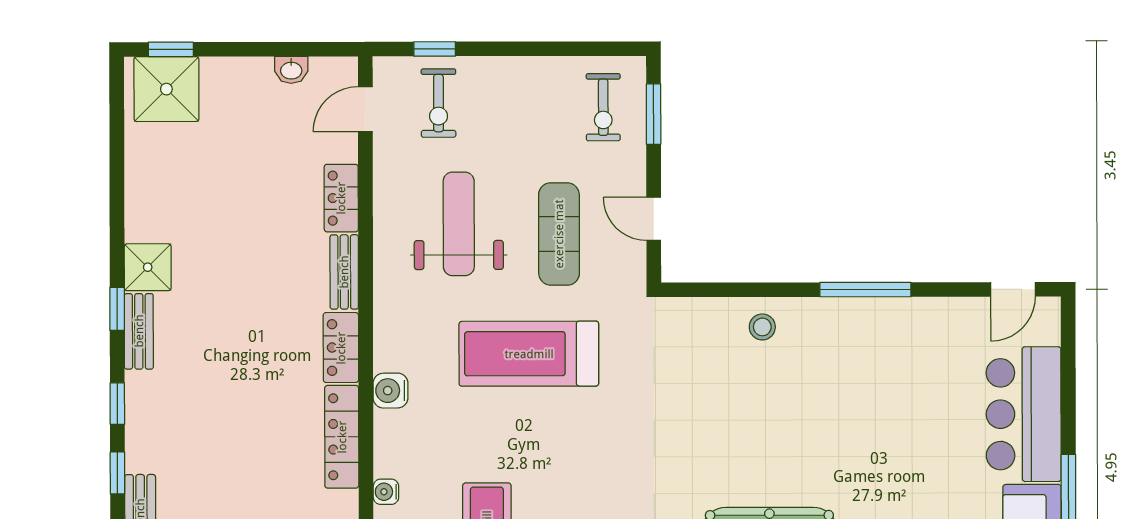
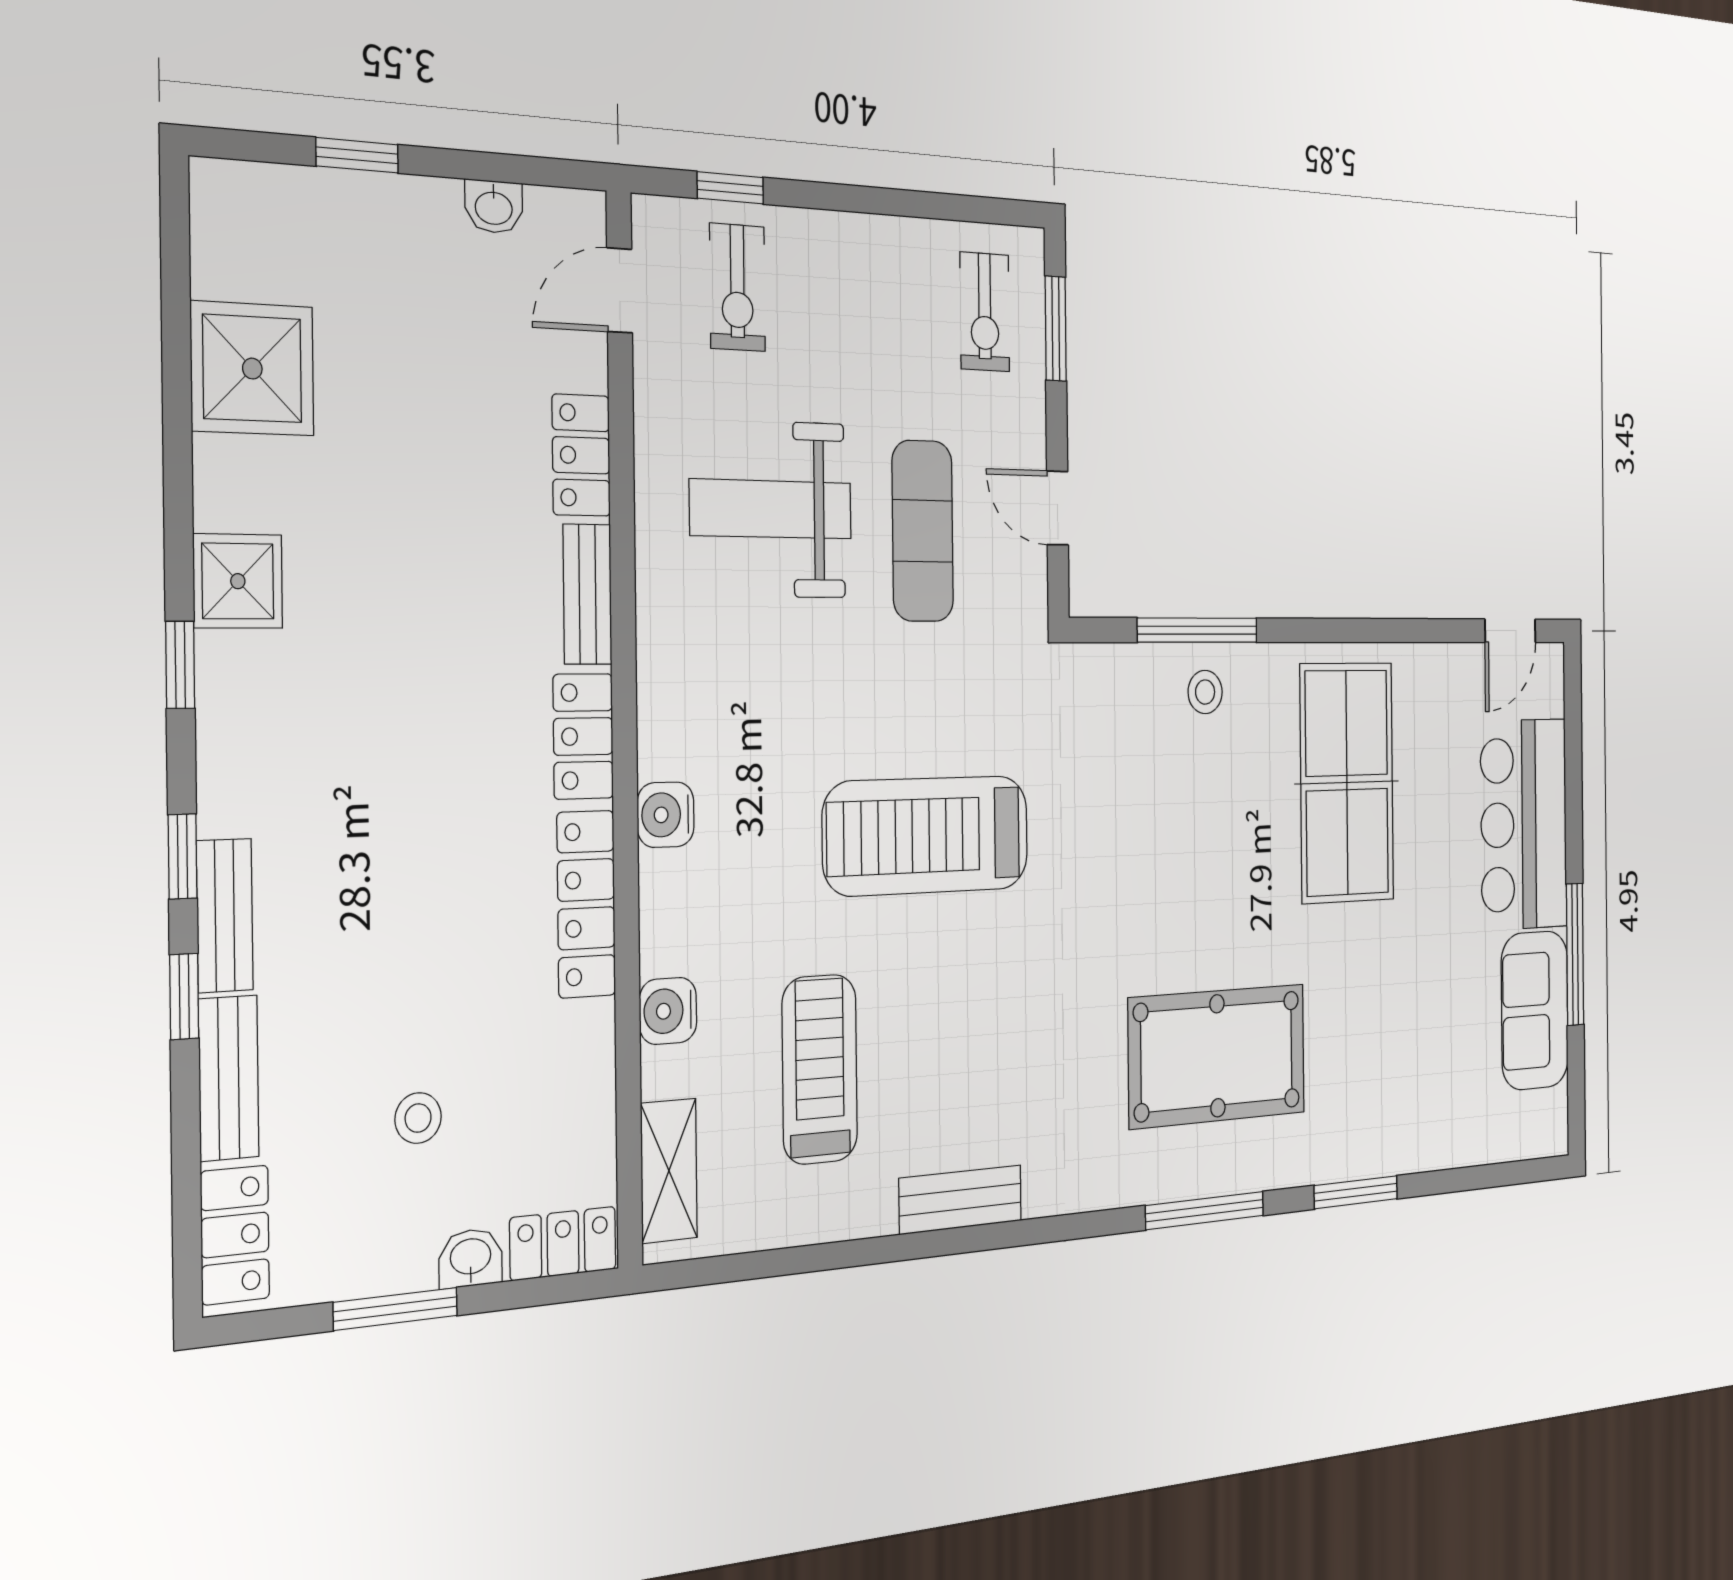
window: (171, 49) -> (357, 155), moved
shower: (166, 89) -> (252, 369), moved
weight bench: (459, 224) -> (771, 509), turned -90
window: (865, 290) -> (1198, 630), moved
bench: (139, 331) -> (225, 915), moved
treadmill: (529, 354) -> (926, 836), moved
table tennis table: (874, 384) -> (1347, 783), added
water cooler: (386, 492) -> (668, 1011), width x1.38, depth x1.38

